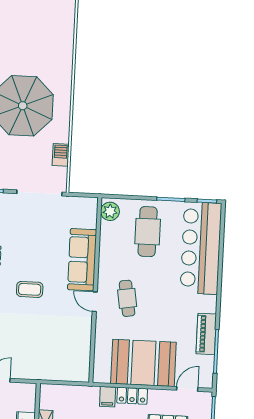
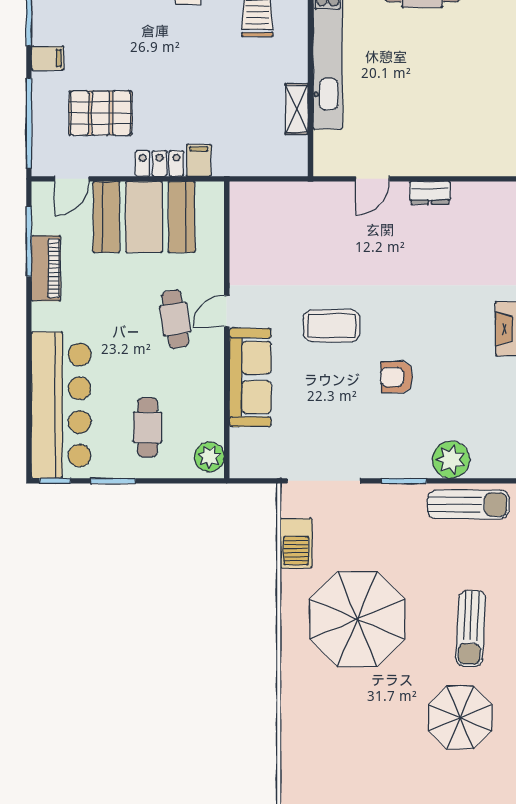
barbecue: (61, 155) -> (296, 543), width x1.38, depth x1.27
cafe table: (148, 232) -> (148, 427), width x0.73, depth x0.74
coffee table: (30, 289) -> (332, 326), width x1.36, depth x1.30
door: (95, 302) -> (227, 311), swing flipped

